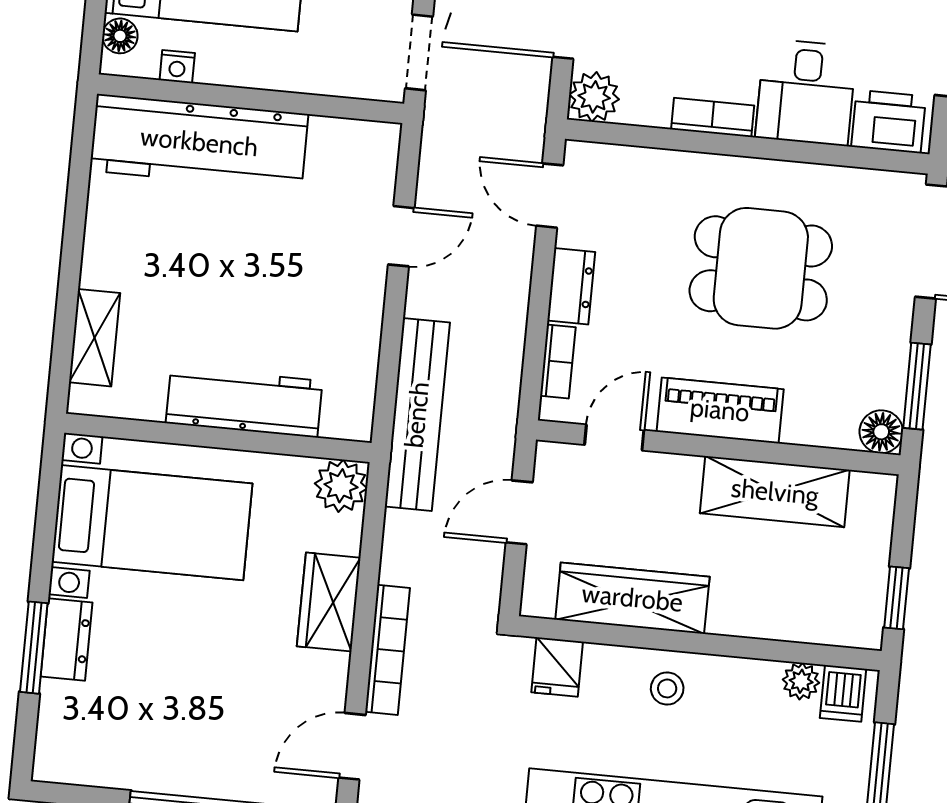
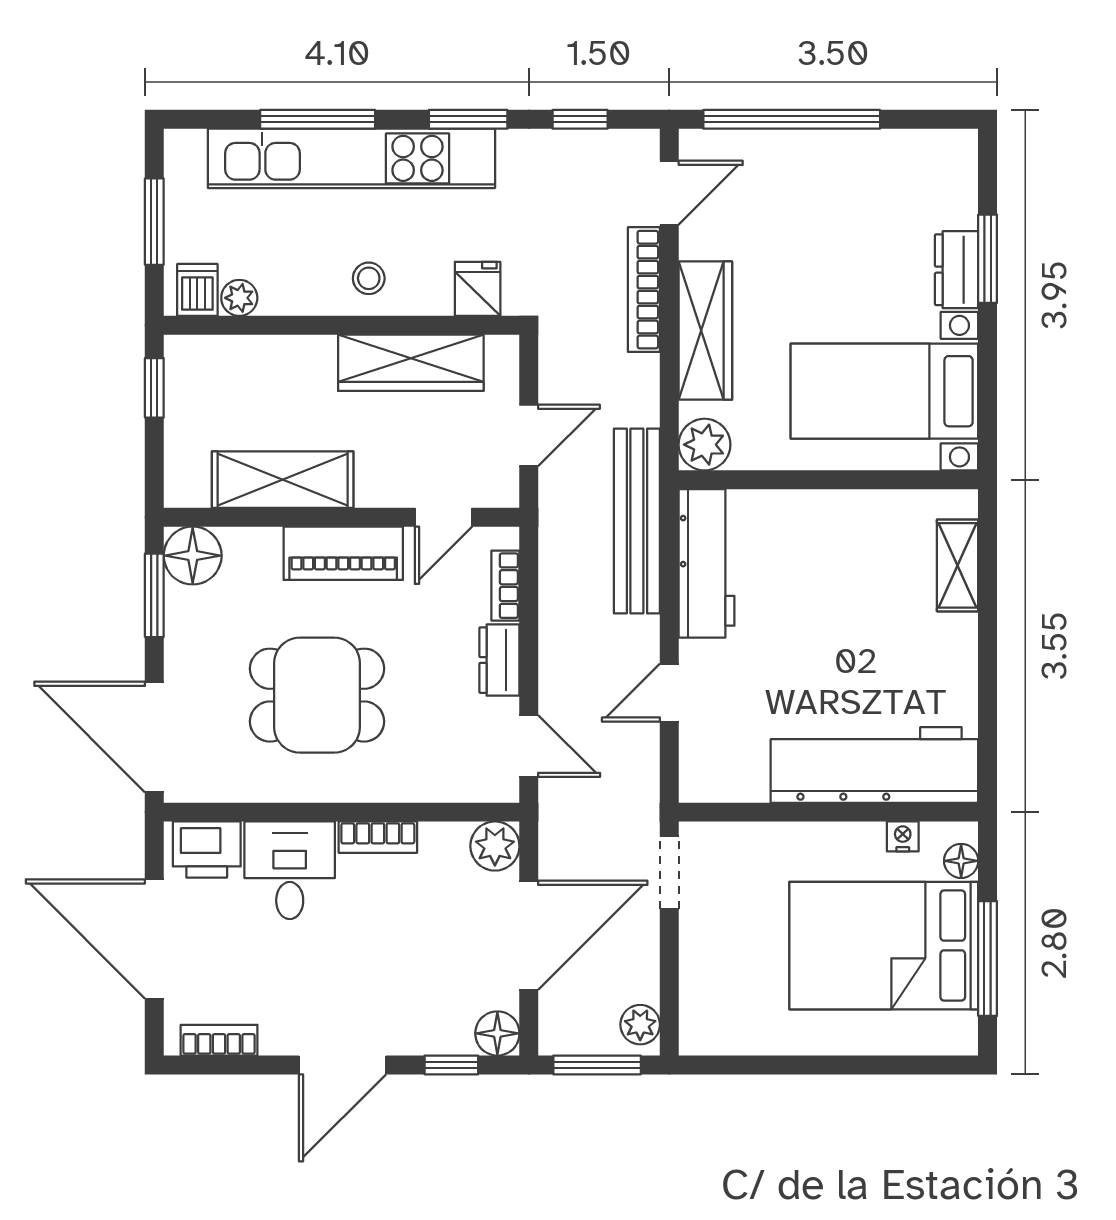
workbench: (244, 402) -> (707, 563), moved, turned -90
floor lamp: (881, 432) -> (193, 556), width x1.38, depth x1.38
wardrobe: (329, 602) -> (705, 331), width x1.50

